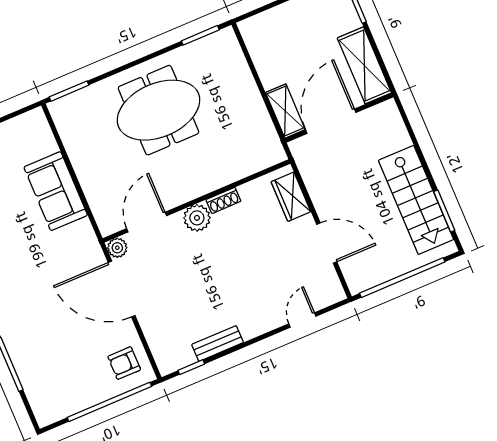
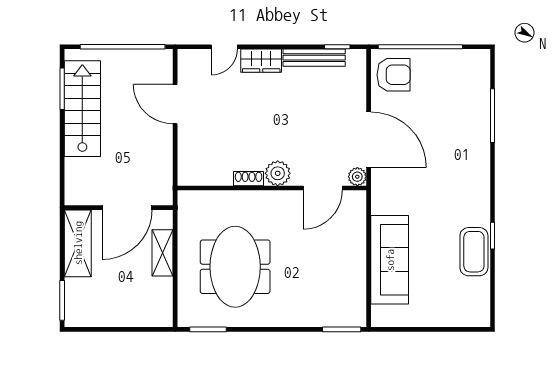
meeting table: (158, 110) -> (235, 267), moved, turned 90
shelving: (285, 111) -> (163, 253), moved
sofa: (56, 191) -> (390, 260), width x1.36
wardrobe: (291, 197) -> (261, 61), moved, turned 90
bench: (218, 343) -> (314, 58), width x1.36
armchair: (124, 363) -> (394, 75), width x1.38, depth x1.38

